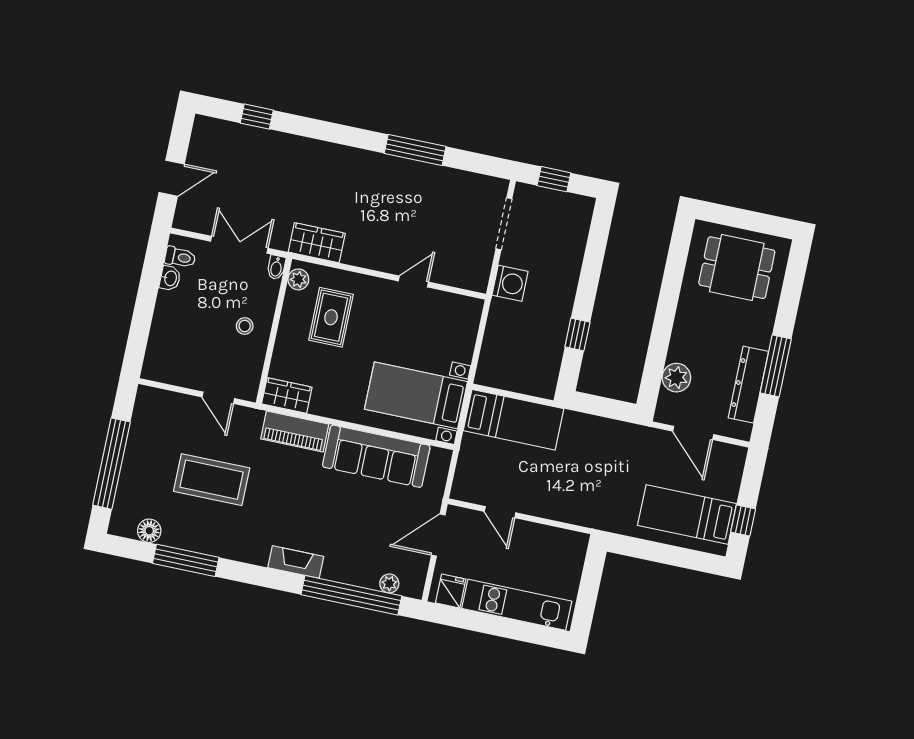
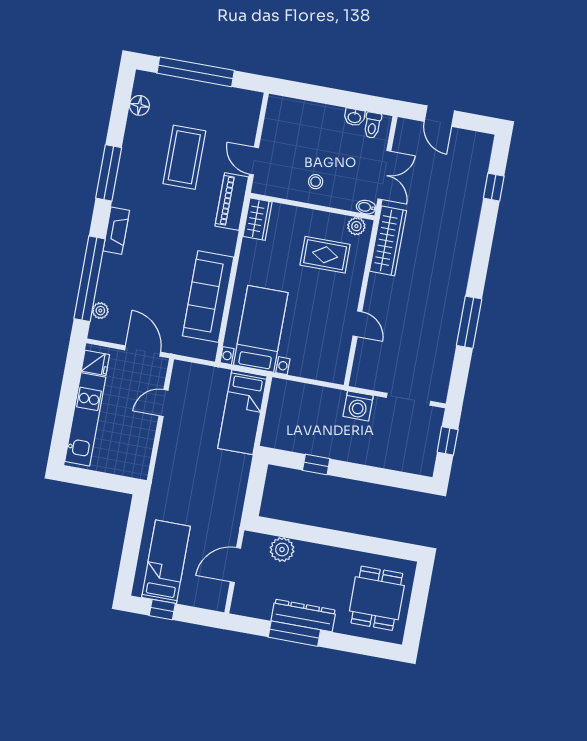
wardrobe: (317, 243) -> (388, 241), width x1.50
dresser: (748, 385) -> (303, 616), moved
door: (218, 398) -> (254, 161), hinge flipped
piano: (295, 432) -> (232, 202), moved
window: (186, 560) -> (109, 173), moved

